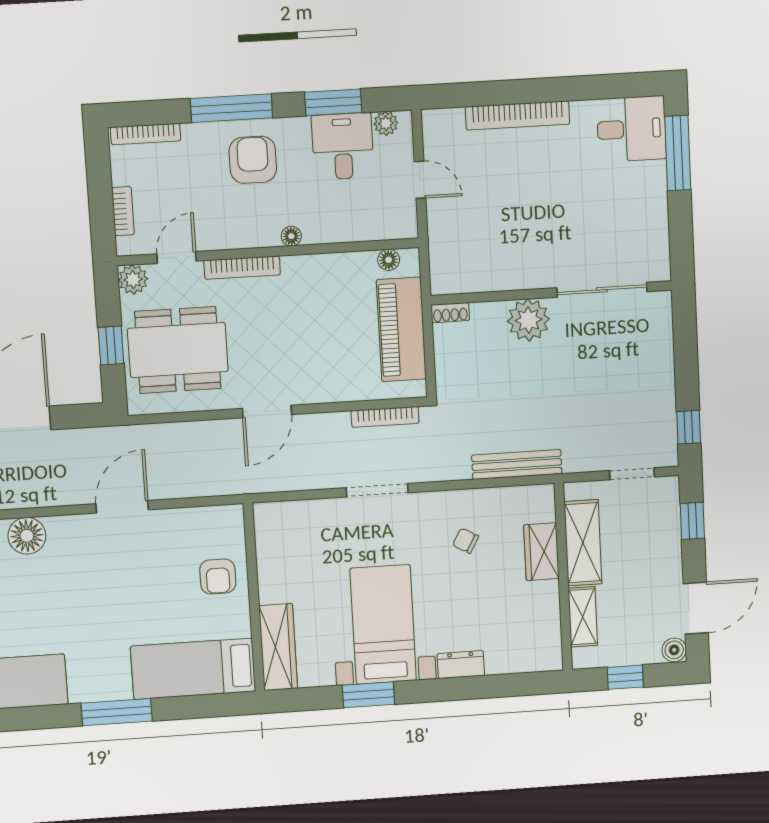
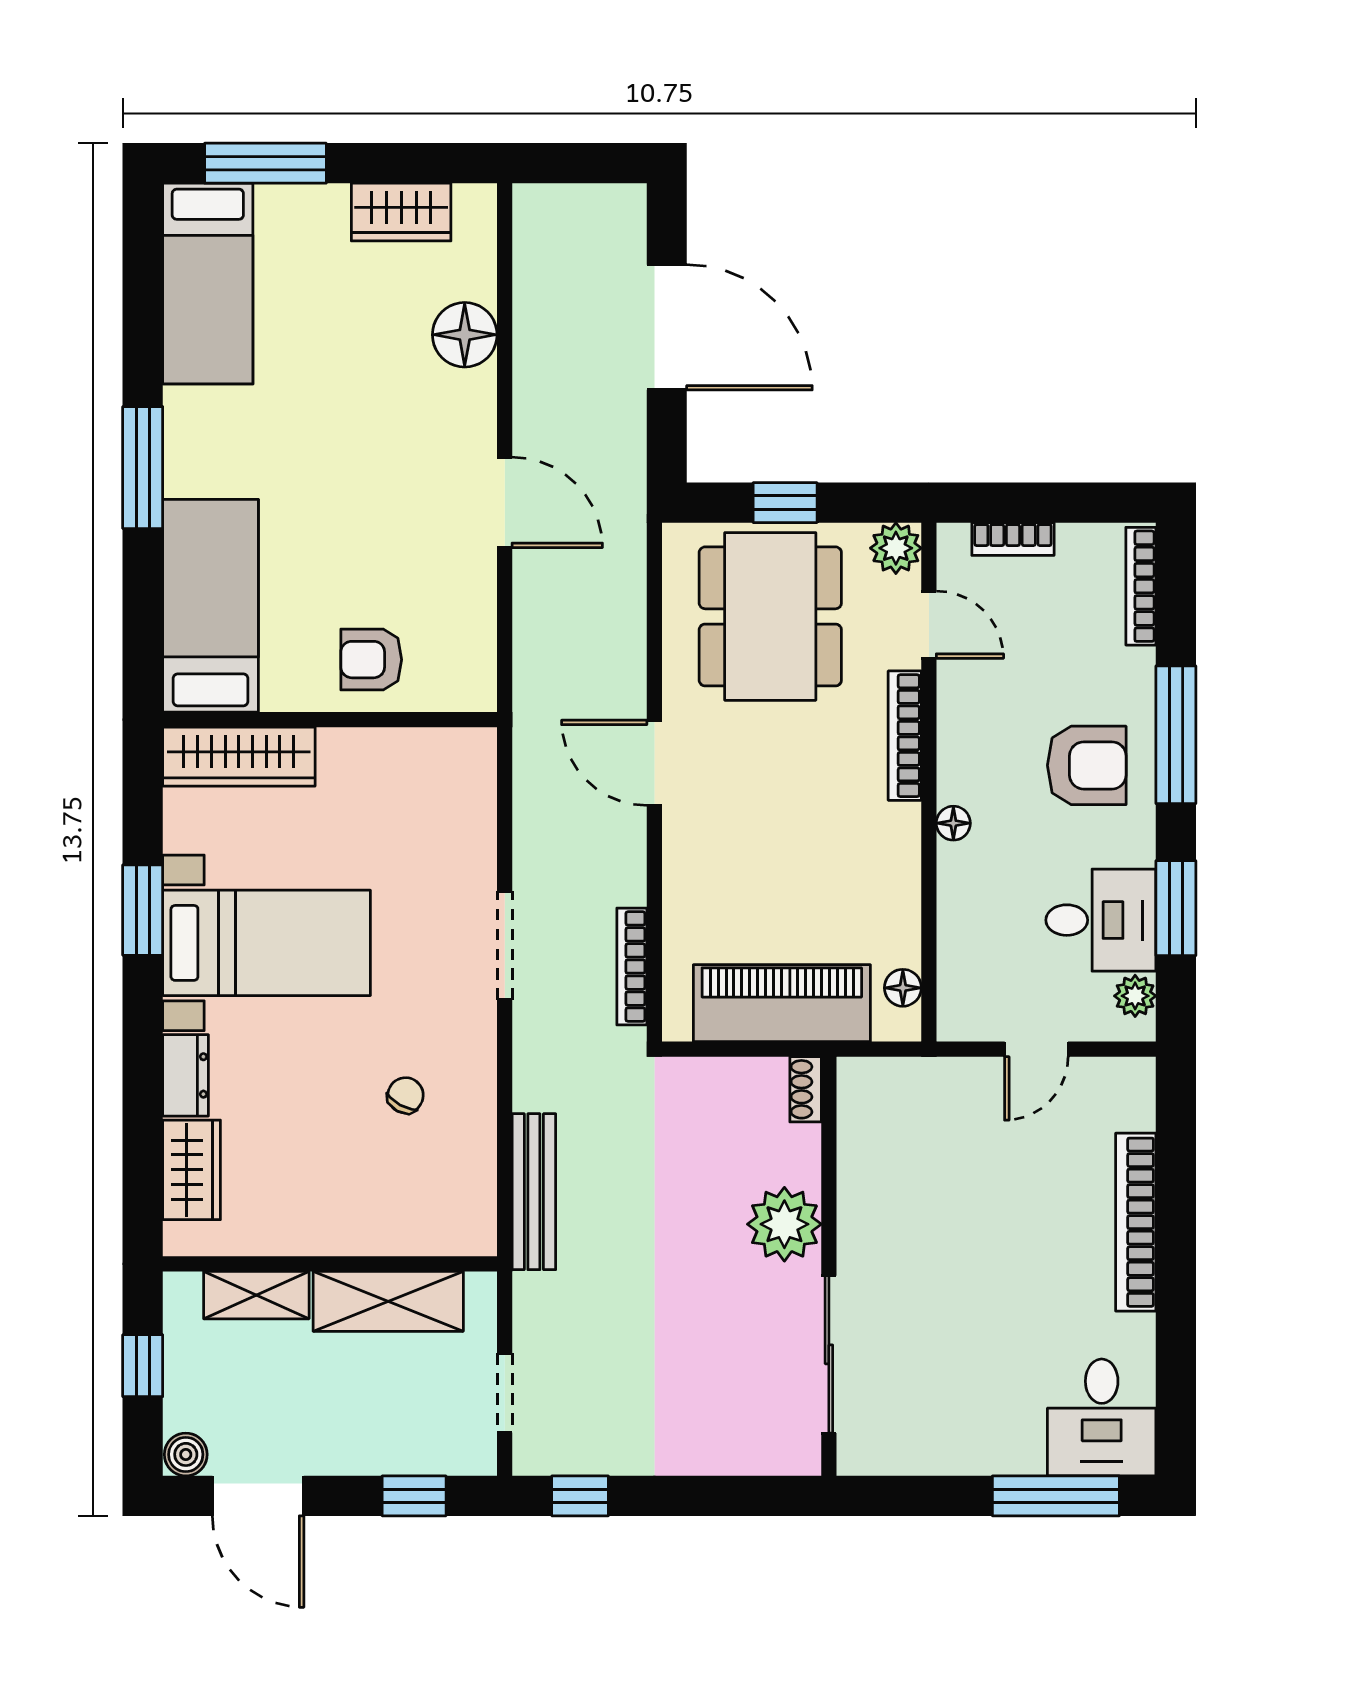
wardrobe: (541, 552) -> (192, 1170), moved, turned 90

